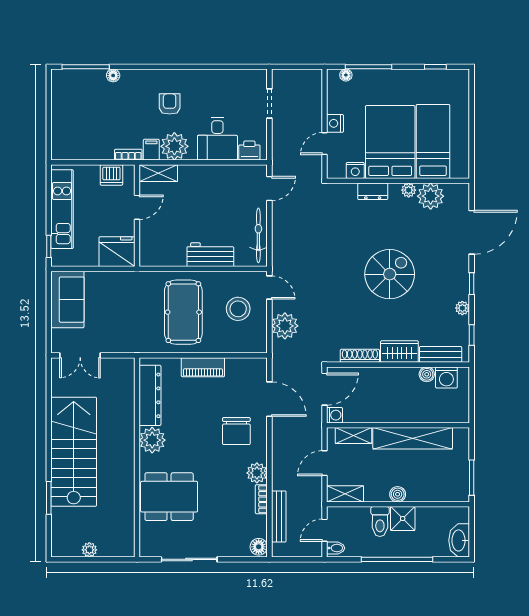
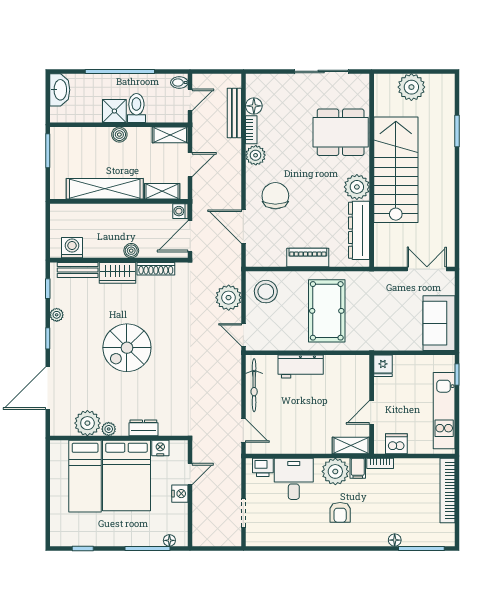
bookcase: (59, 127) -> (448, 490), added
door: (269, 189) -> (243, 431), swing flipped
fridge: (117, 252) -> (383, 366), width x0.53, depth x0.75
stool: (238, 309) -> (266, 292), moved
boiler: (427, 374) -> (131, 251), moved
stairs: (74, 452) -> (396, 170), moved, turned 180
floor lamp: (259, 547) -> (254, 106), moved
plant: (89, 550) -> (411, 87), width x1.88, depth x1.88

